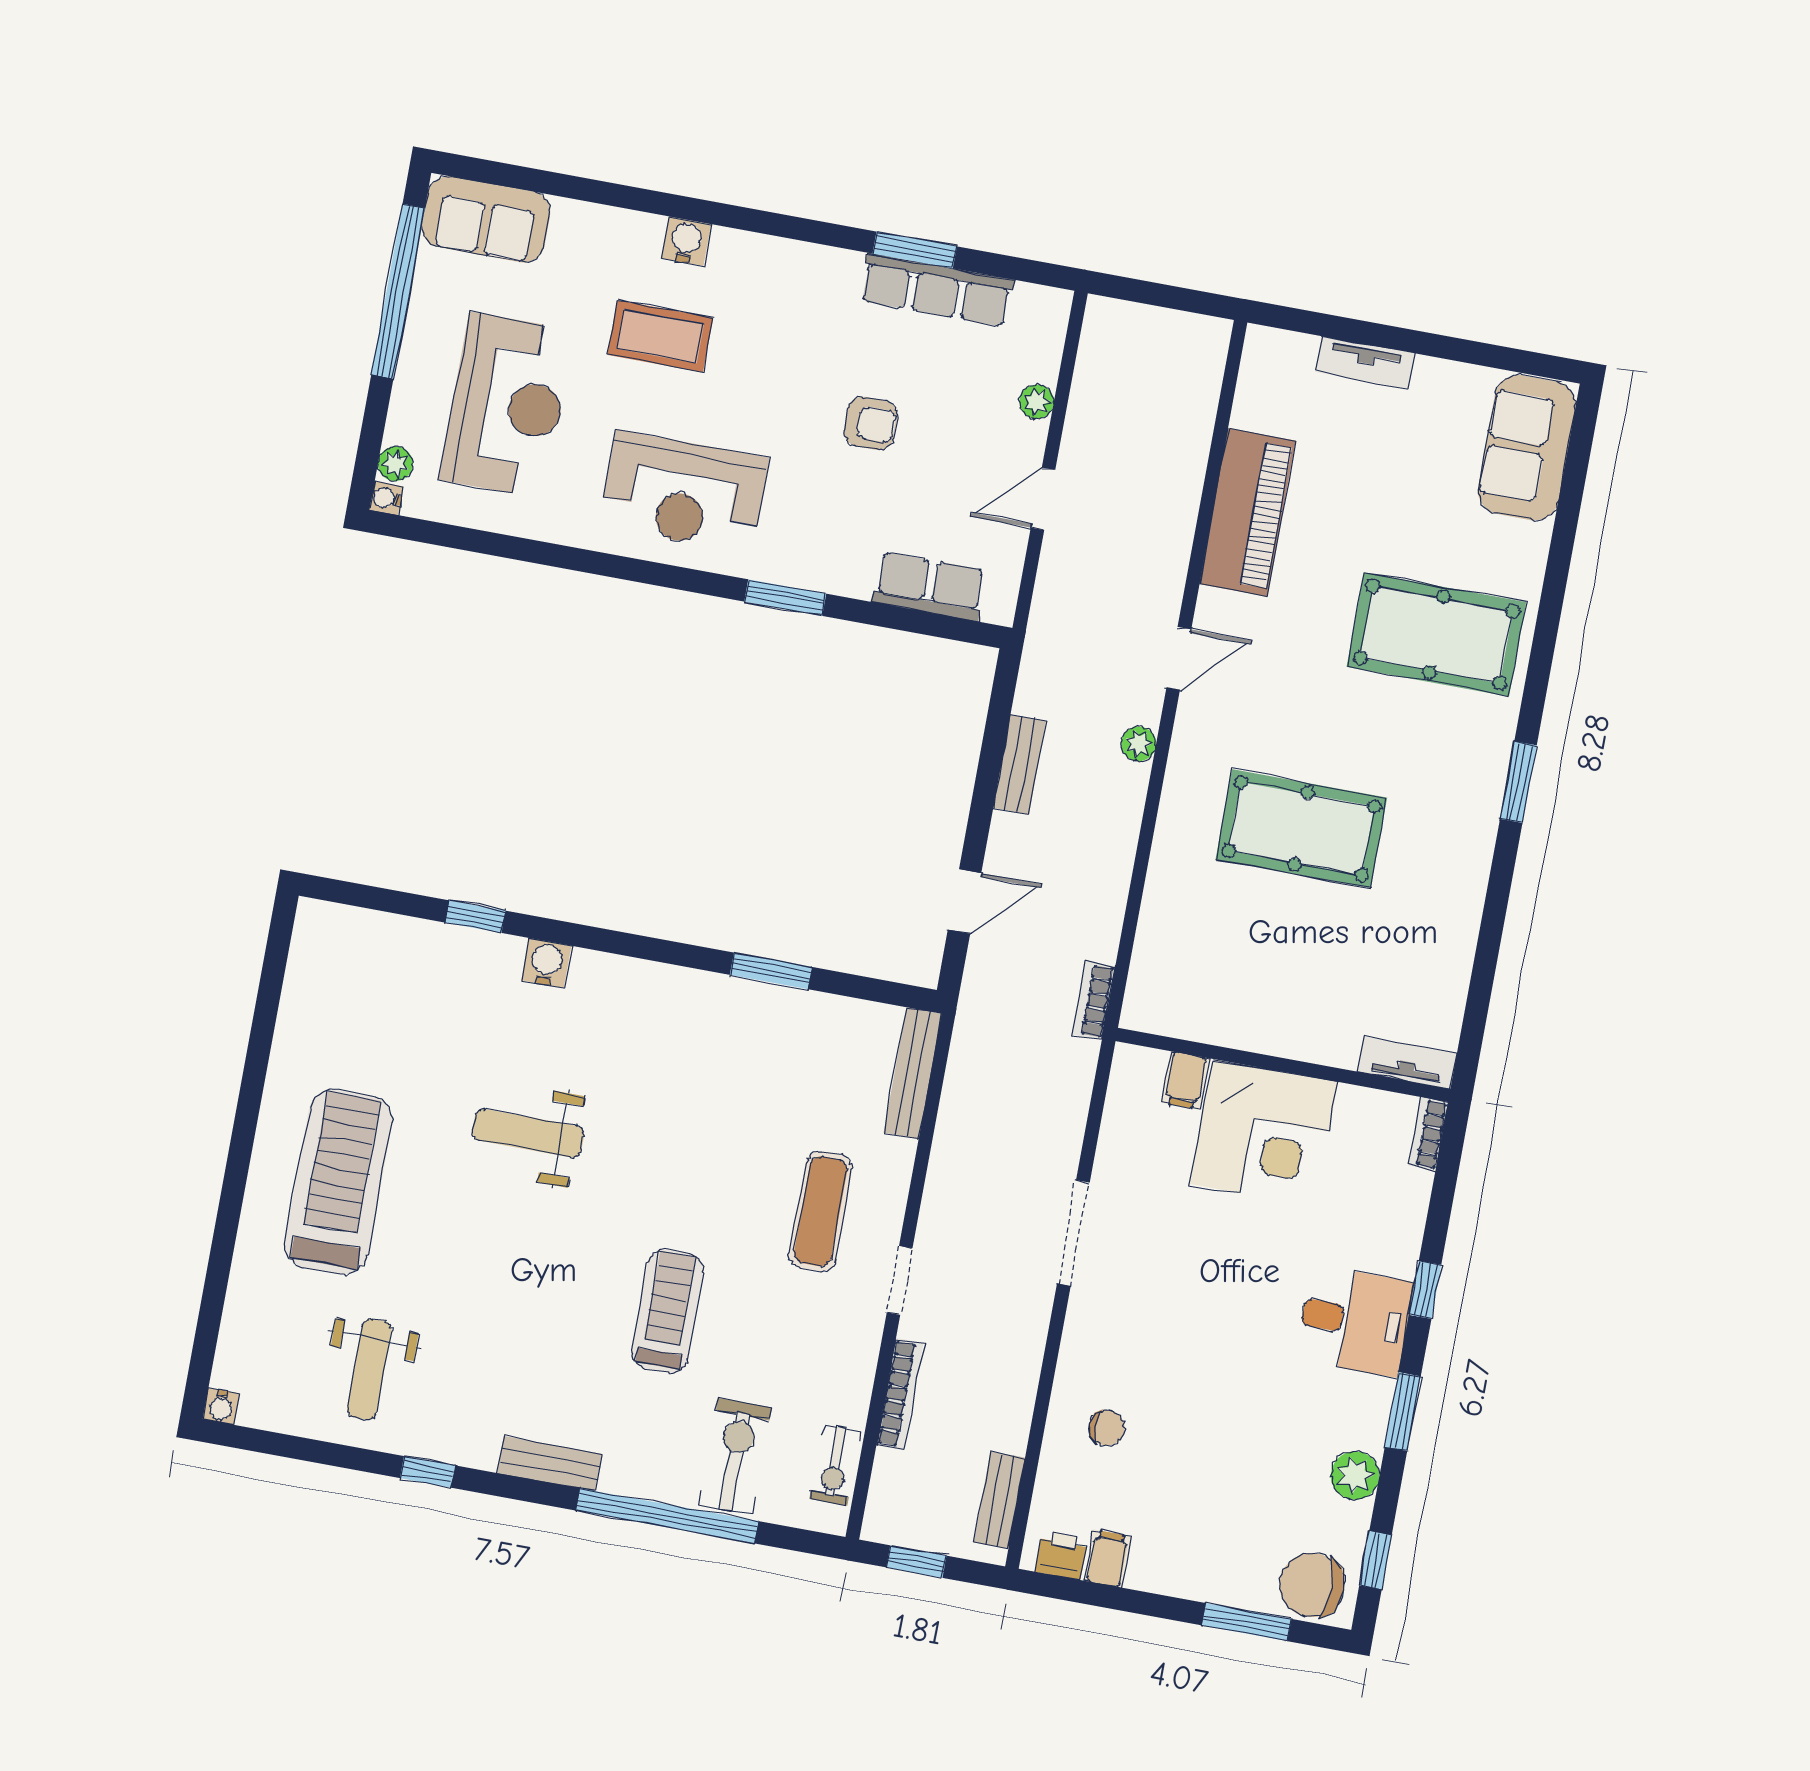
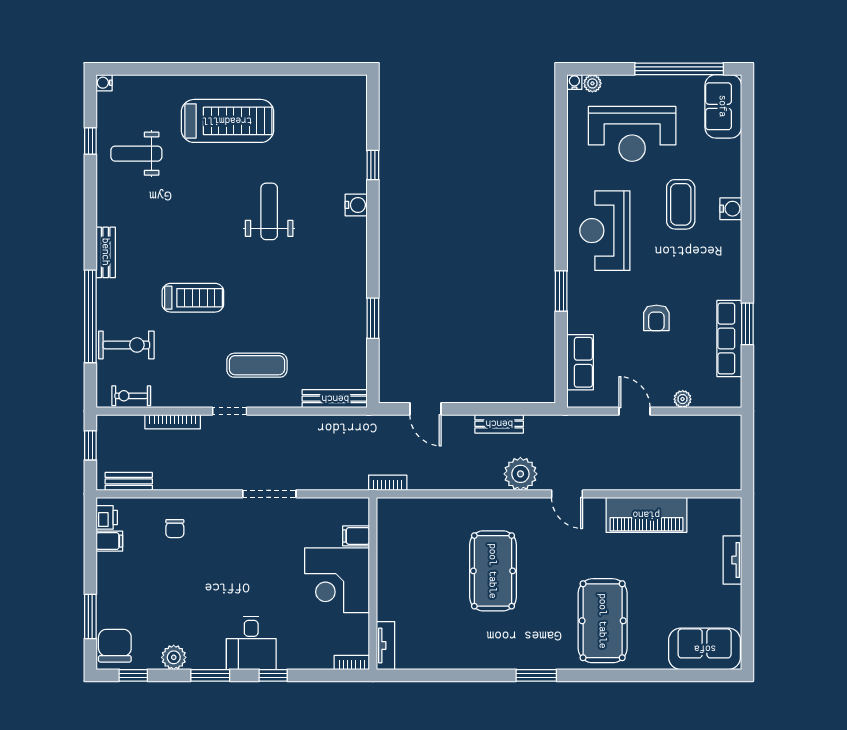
plant: (1139, 744) -> (520, 474), width x1.88, depth x1.88
window: (428, 1472) -> (90, 141), moved

